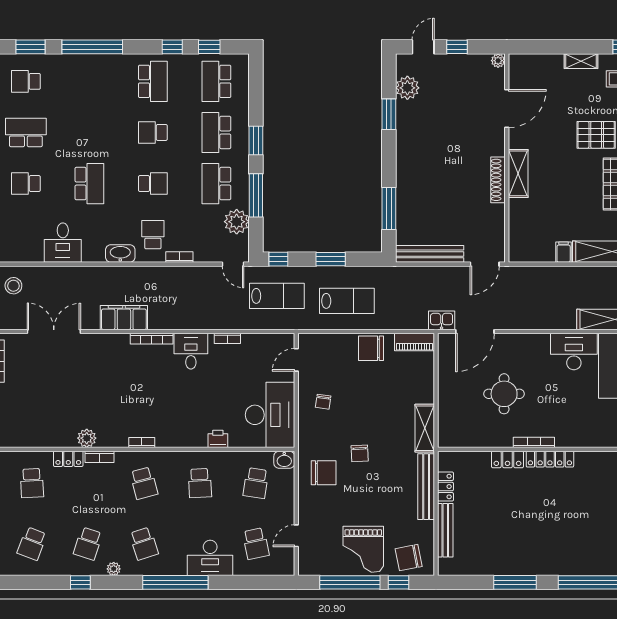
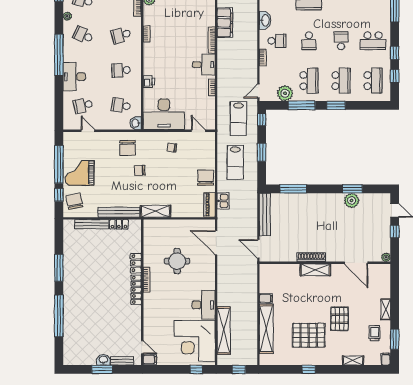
school desk: (216, 81) -> (373, 81), turned 90
plant: (407, 88) -> (352, 200), moved
school desk: (216, 132) -> (341, 81), turned 90
school desk: (216, 184) -> (309, 81), turned 90
kitchen sink: (442, 320) -> (223, 201), moved
school desk: (144, 544) -> (83, 35), turned 42

